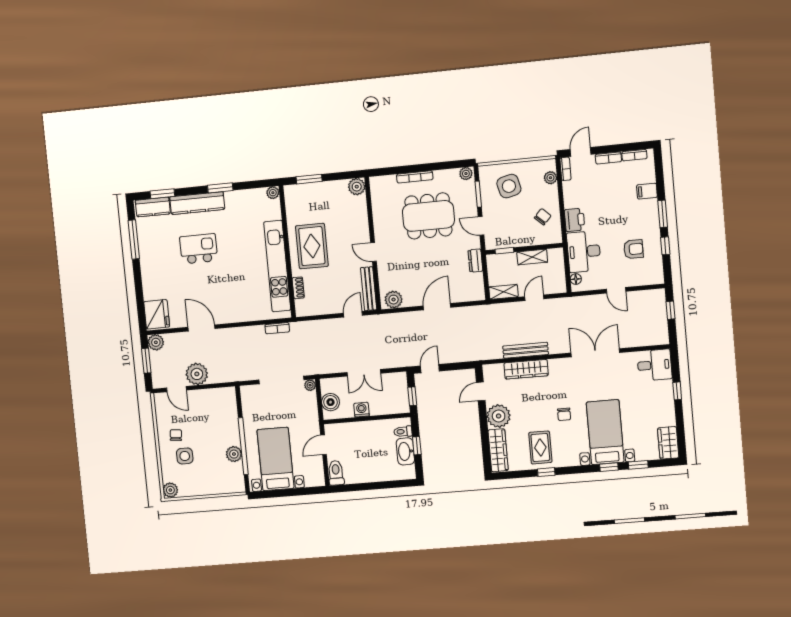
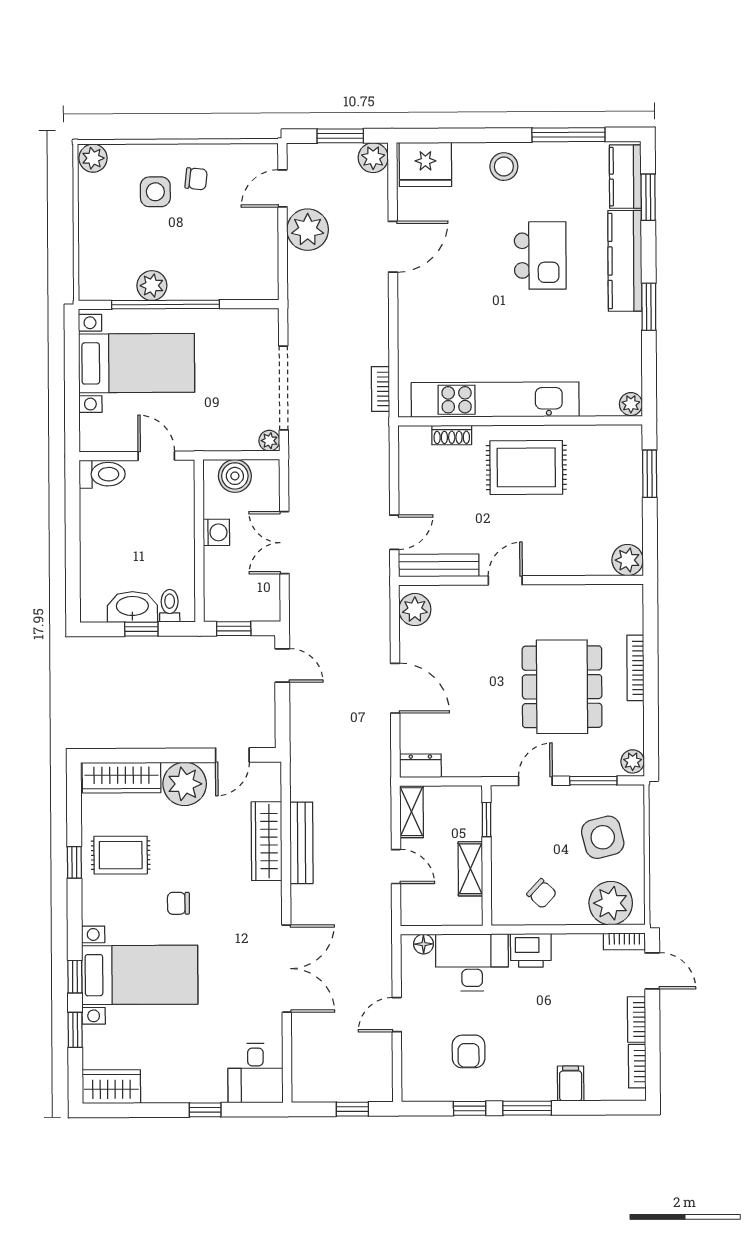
plant: (550, 178) -> (611, 903), width x1.88, depth x1.88
dresser: (475, 261) -> (420, 766), moved
stool: (154, 272) -> (504, 167), added
door: (353, 314) -> (394, 532), hinge flipped
door: (481, 391) -> (232, 755), swing flipped

